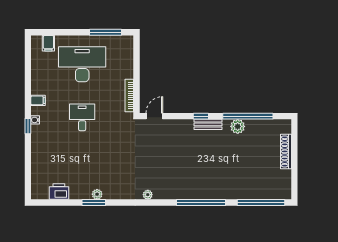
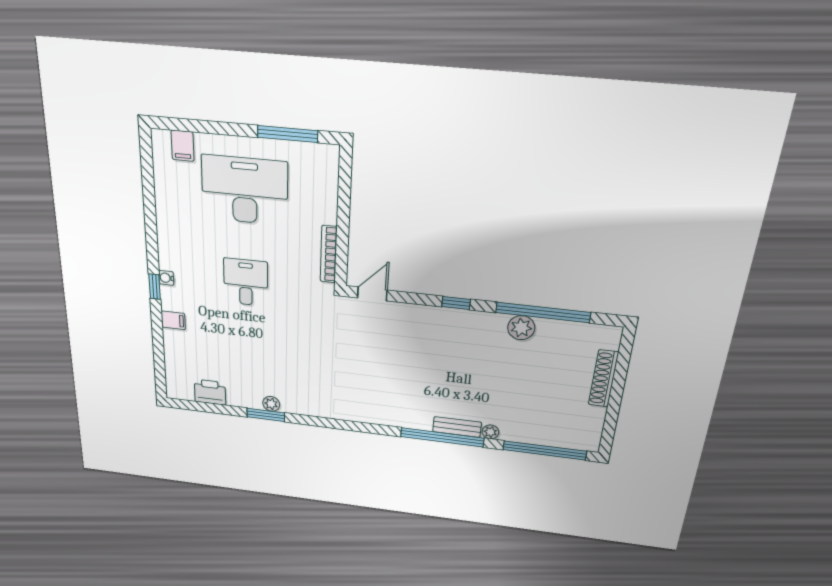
filing cabinet: (38, 100) -> (173, 320), moved
bench: (208, 124) -> (457, 427), moved
plant: (148, 195) -> (490, 432), moved

